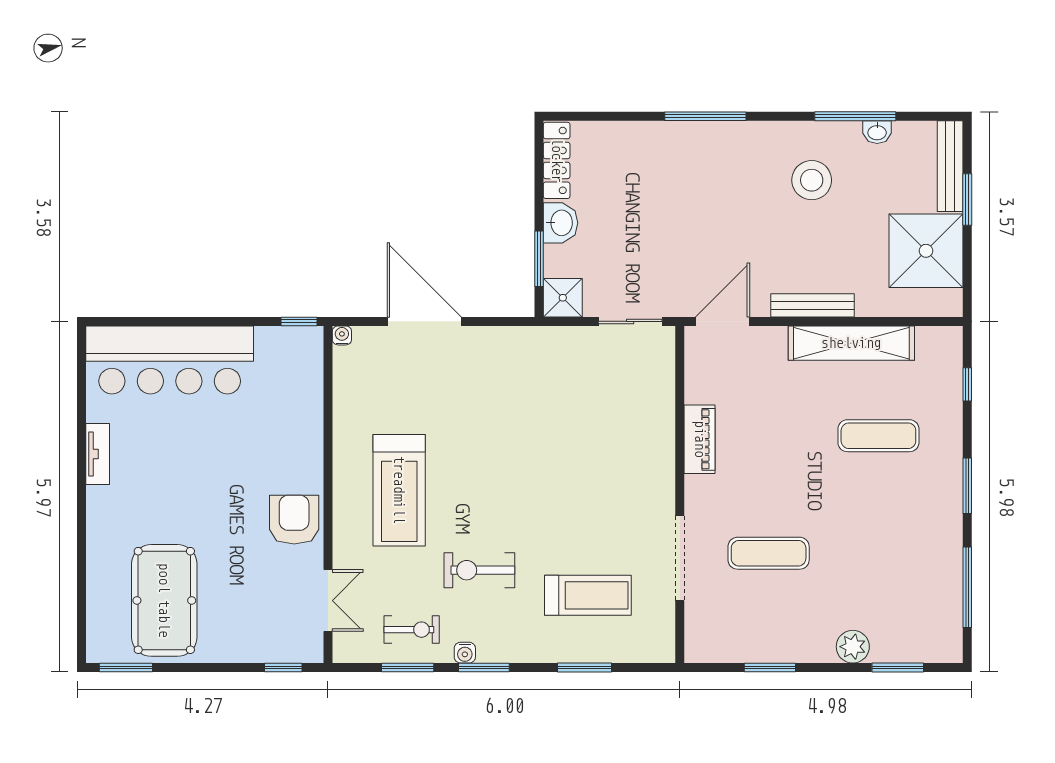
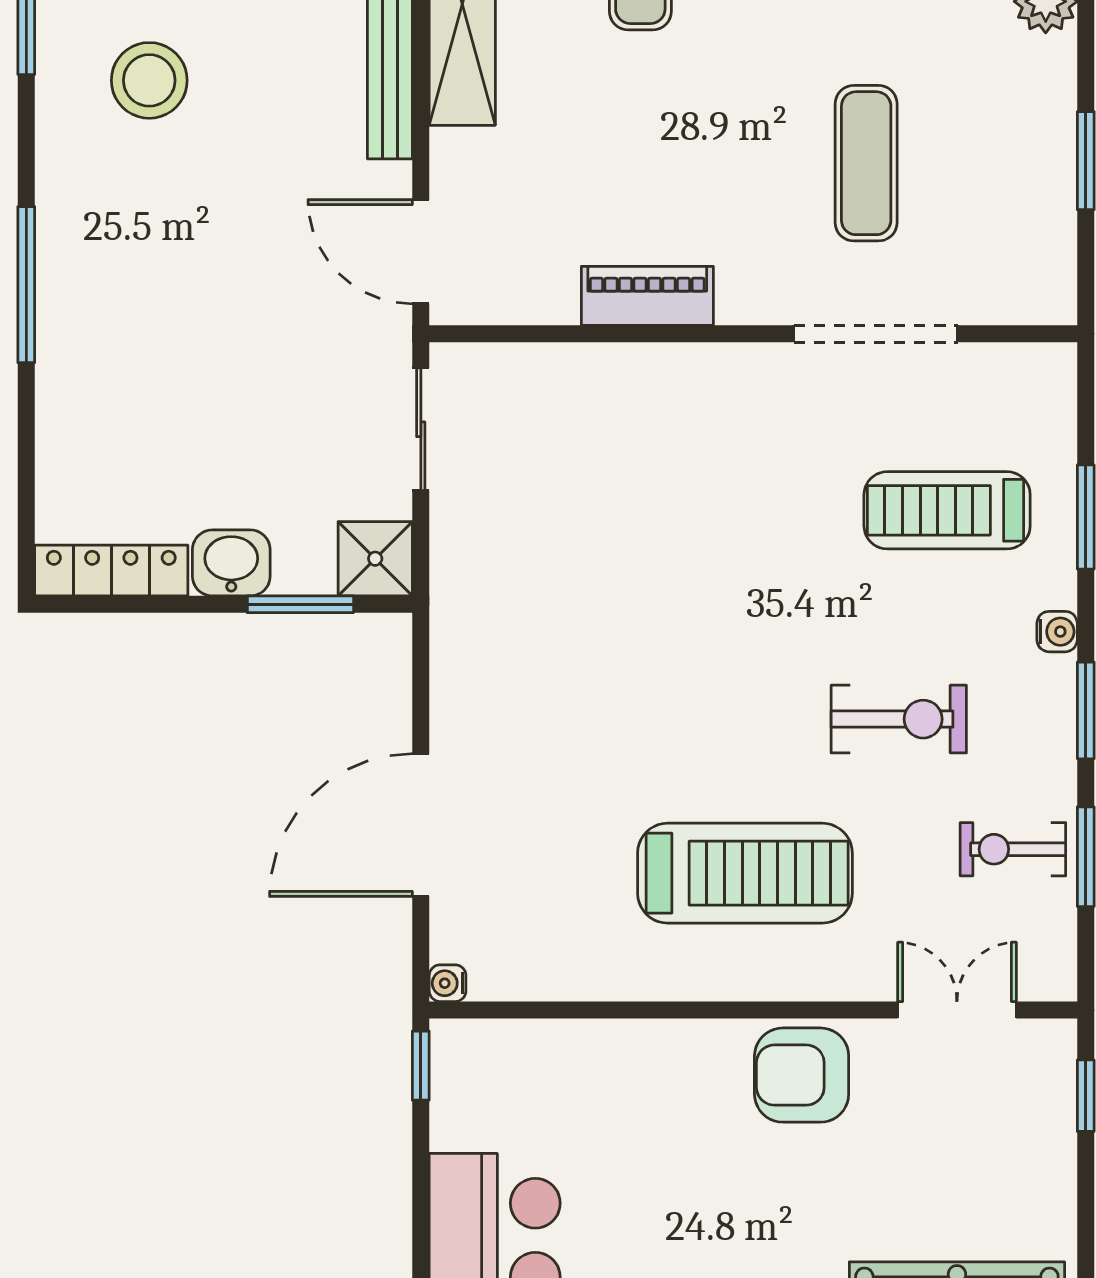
exercise bike: (479, 570) -> (899, 719), turned -90
treadmill: (588, 595) -> (947, 510), turned -90
exercise bike: (412, 630) -> (1013, 849), turned -90
water cooler: (465, 653) -> (1057, 632), moved

